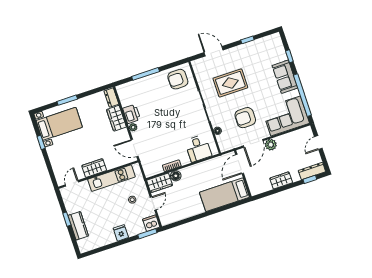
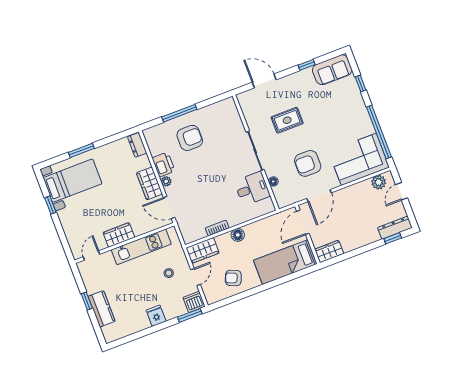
sofa: (285, 77) -> (332, 70), moved, turned -90
armchair: (178, 79) -> (190, 138), moved, turned 180
rug: (230, 83) -> (287, 120), width x0.73, depth x0.70
wardrobe: (116, 118) -> (149, 183), moved
plant: (271, 145) -> (379, 182), moved
desk: (198, 148) -> (252, 189), moved, turned -90
floor lamp: (176, 176) -> (238, 235), moved
wardrobe: (281, 180) -> (329, 251), moved
armchair: (183, 206) -> (233, 278), added

